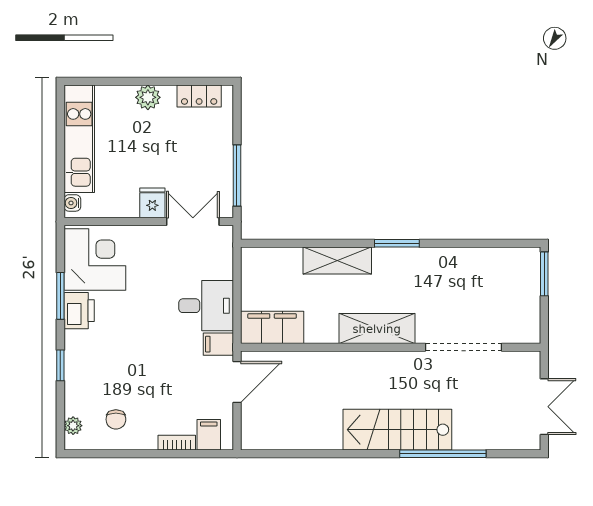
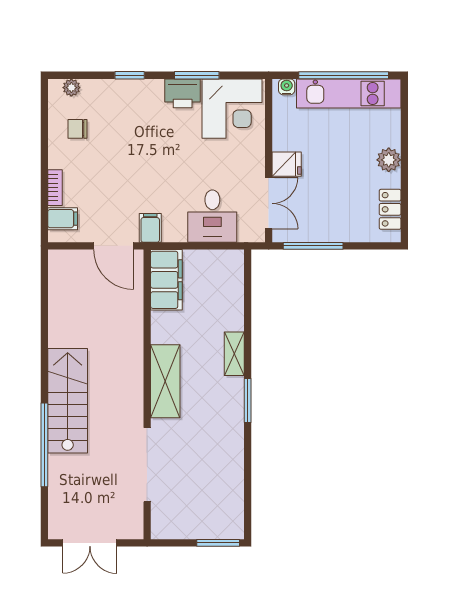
window: (60, 144) -> (344, 75), added
shelving: (337, 261) -> (234, 354), width x0.67, depth x0.75
desk: (206, 306) -> (212, 216), moved

